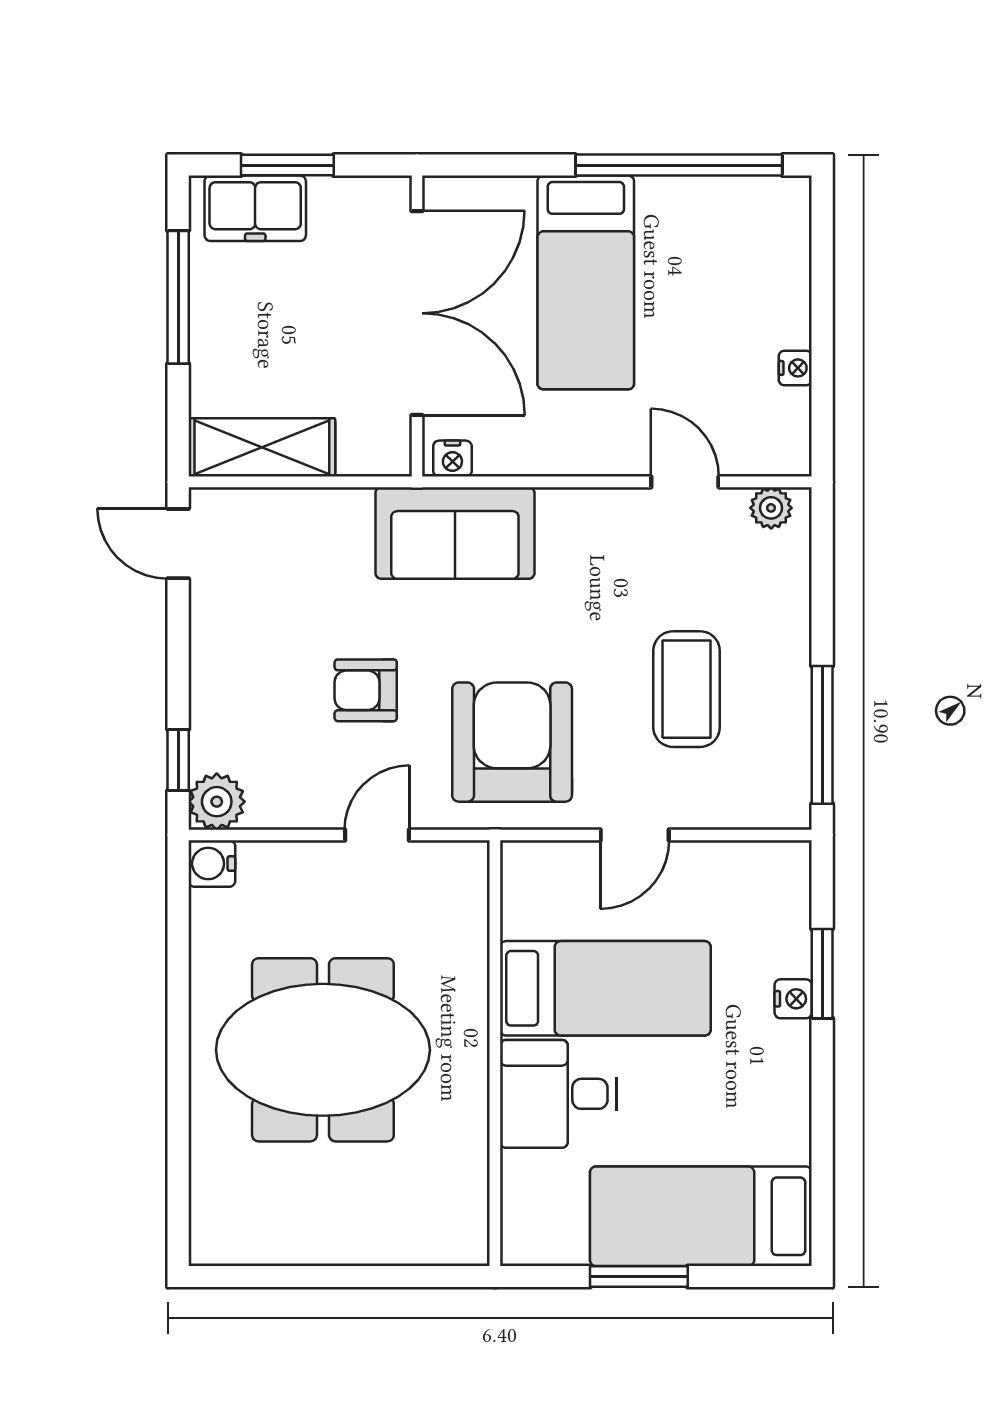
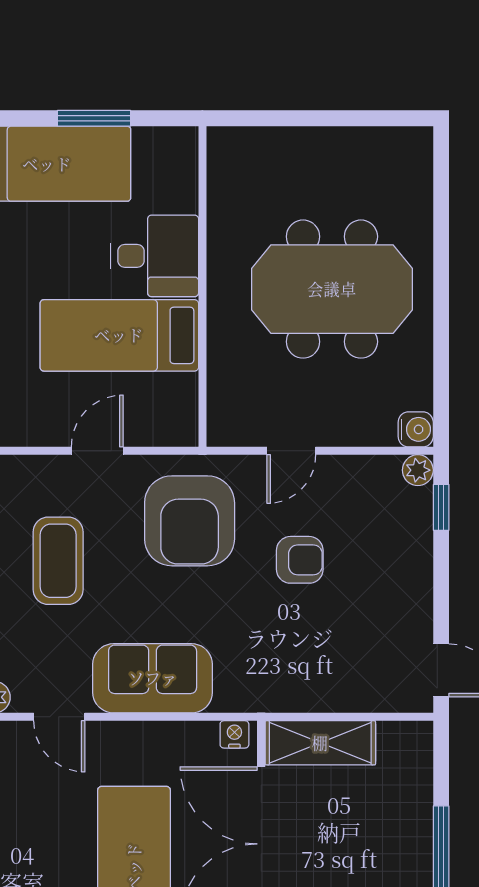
shelving: (262, 447) -> (320, 743), moved
sofa: (455, 533) -> (153, 678), moved
plant: (217, 802) -> (418, 470), width x0.73, depth x0.73

